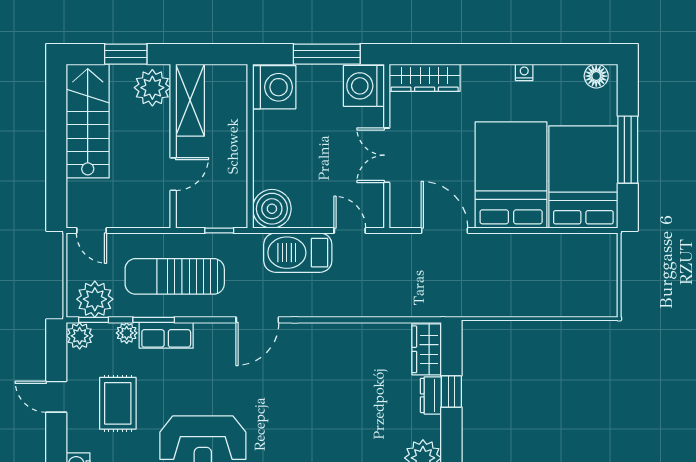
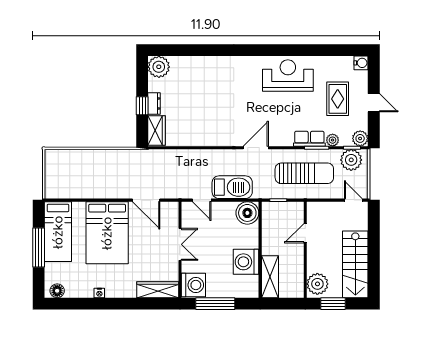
washing machine: (274, 87) -> (246, 262), moved
shelving: (190, 100) -> (270, 277), moved
bed: (583, 177) -> (58, 232), width x0.67

